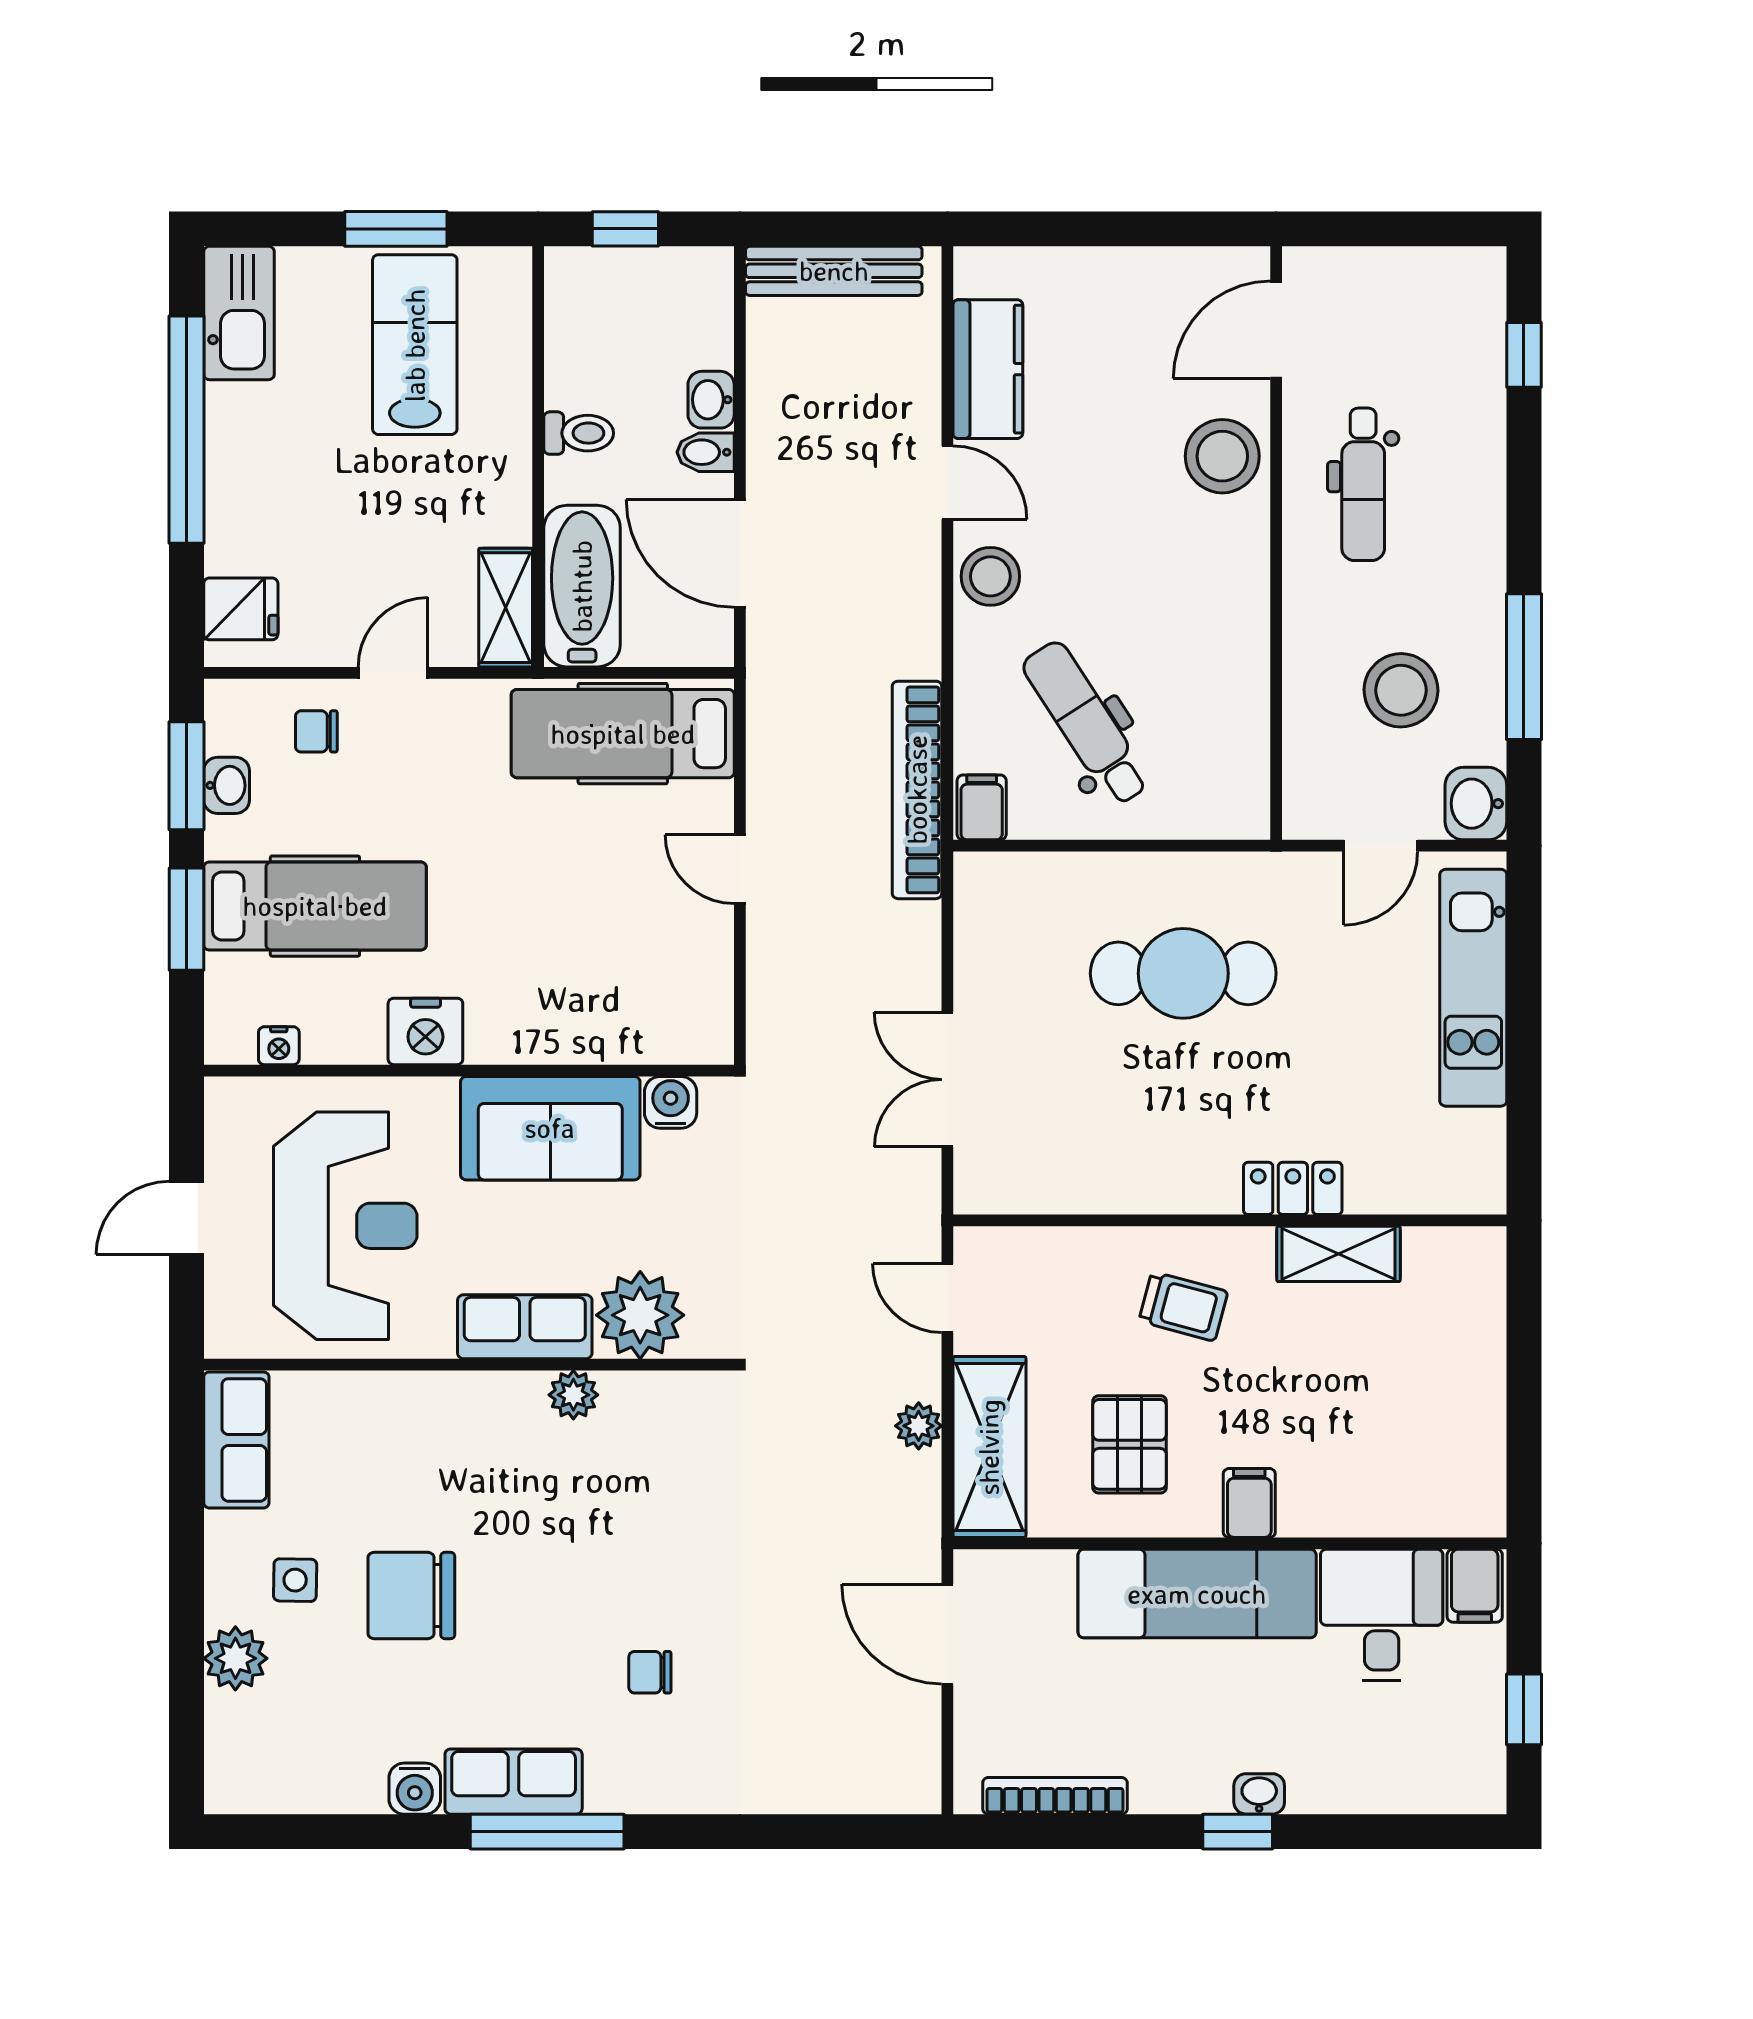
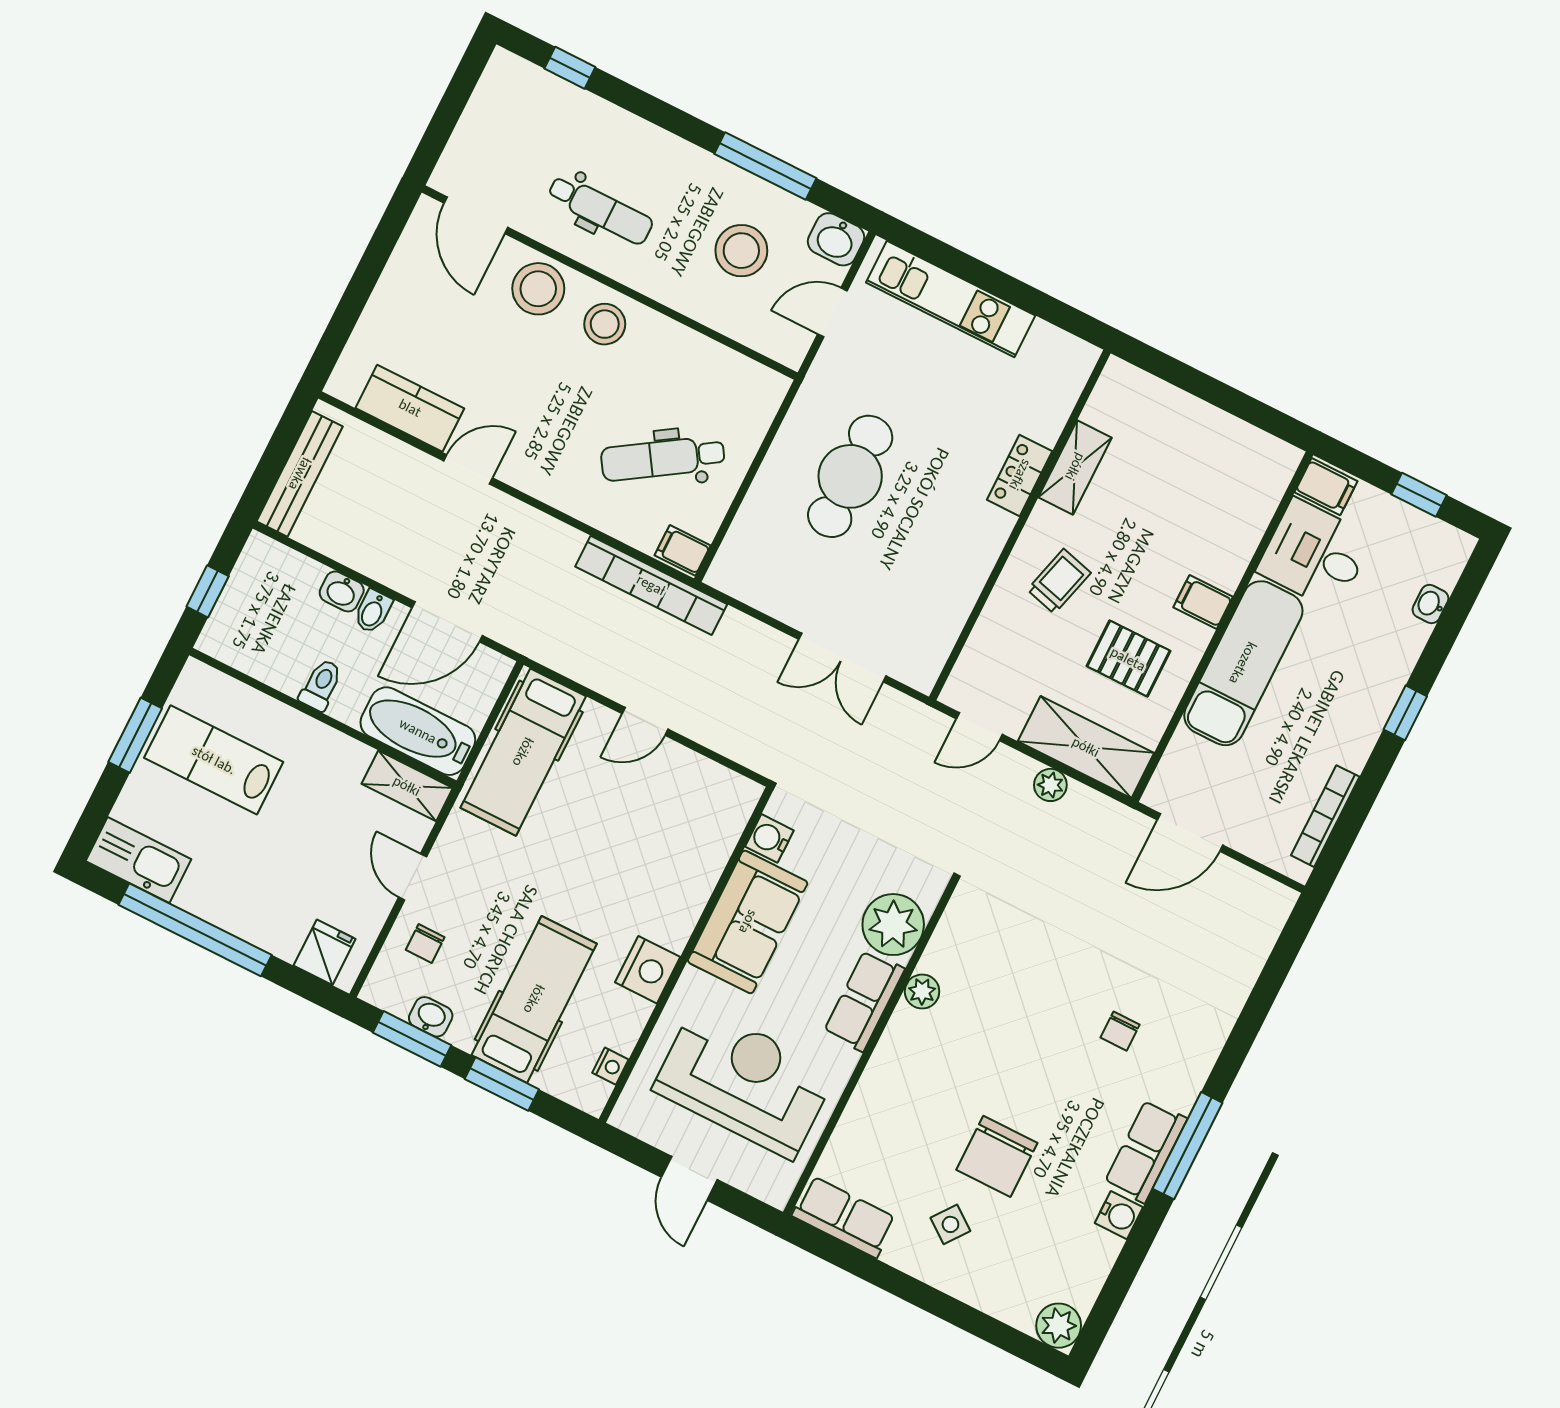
stool: (990, 576) -> (605, 324), moved
door: (1381, 846) -> (832, 312), swing flipped
side table: (295, 1580) -> (950, 1224), turned 36
plant: (235, 1658) -> (1059, 1326), moved
washbasin: (1259, 1794) -> (1430, 604), moved

